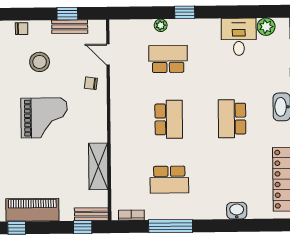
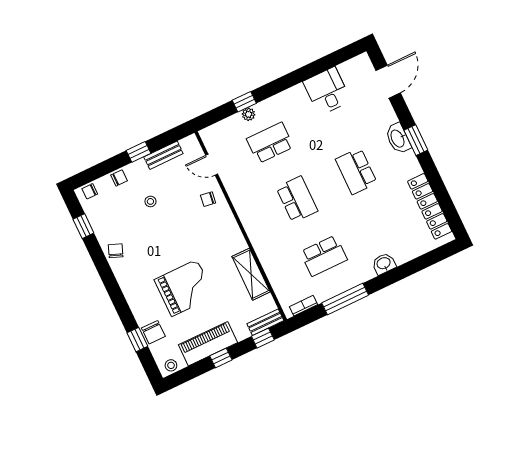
window: (185, 12) -> (244, 102), moved
window: (67, 14) -> (138, 152), moved
plant: (266, 27) -> (348, 70), removed
stool: (40, 62) -> (150, 201), width x0.53, depth x0.53
grand piano: (44, 118) -> (184, 288), moved
washbasin: (237, 211) -> (384, 264), moved
window: (17, 228) -> (221, 358), moved

